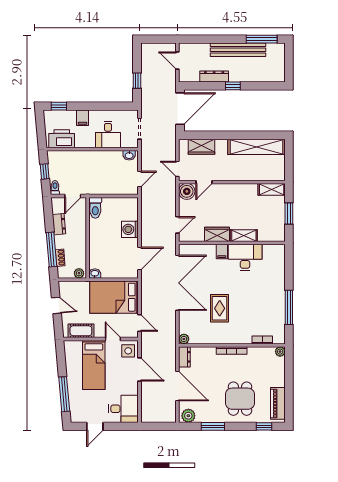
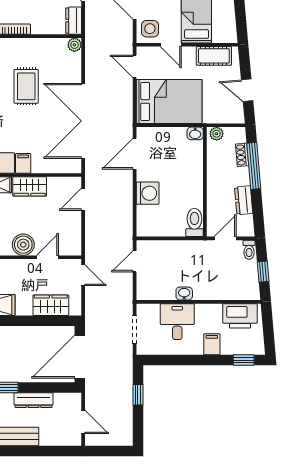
washbasin: (129, 155) -> (184, 294), moved
boiler: (187, 191) -> (23, 245), moved

